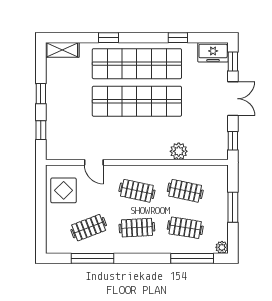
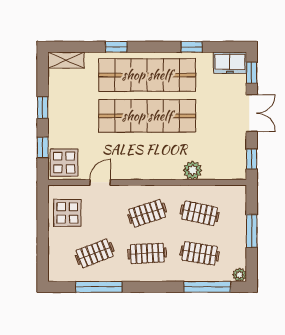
display table: (61, 144) -> (64, 163), added
door: (94, 162) -> (100, 182), swing flipped
clothes rail: (137, 191) -> (147, 213), turned -30

